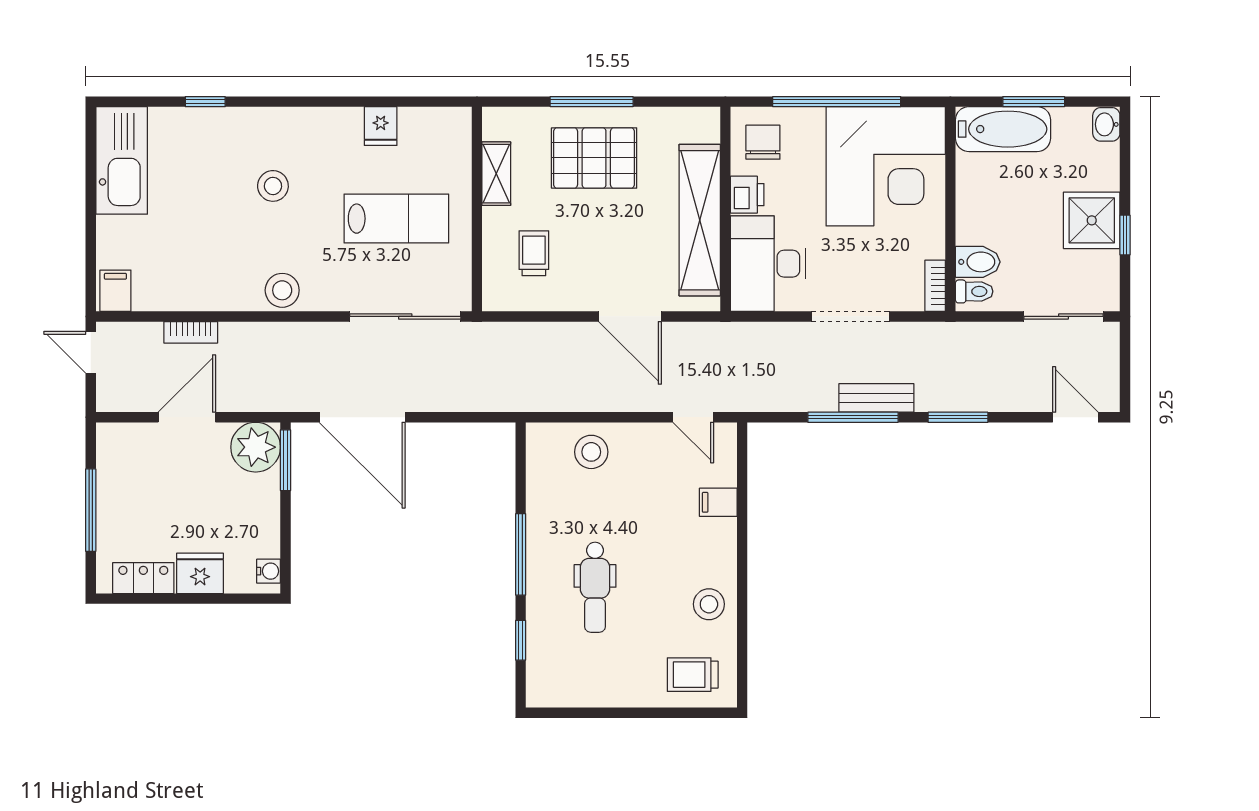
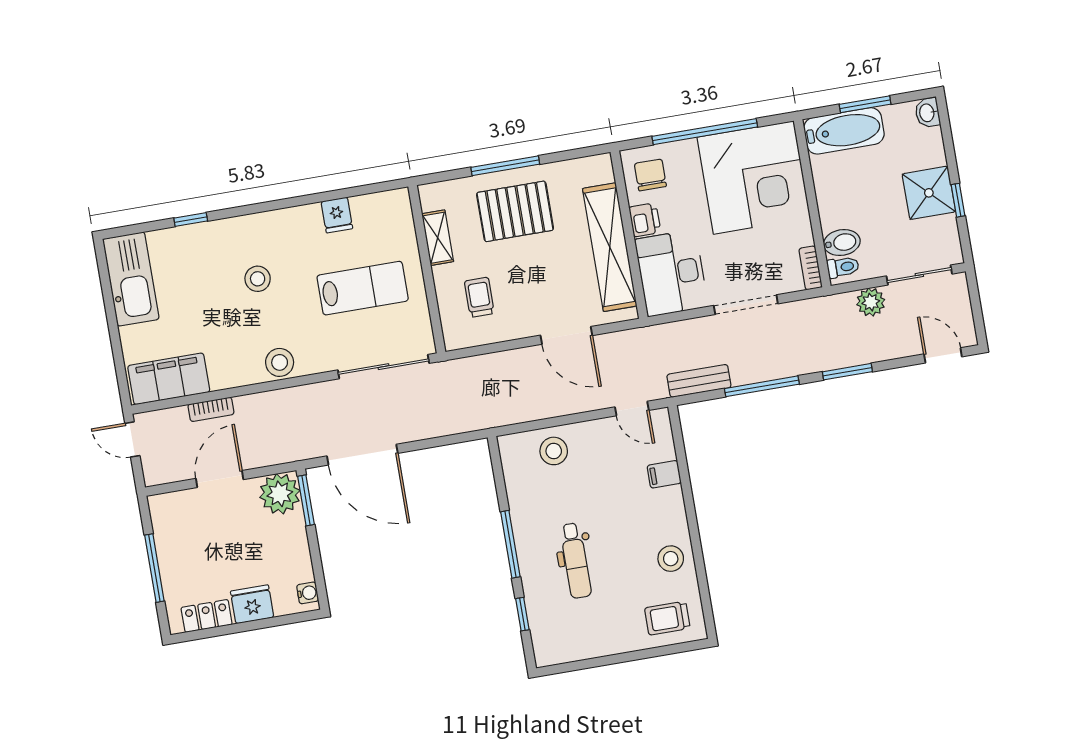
filing cabinet: (115, 291) -> (169, 379), width x3.00, depth x1.17
plant: (1000, 339) -> (871, 302), added
bench: (876, 398) -> (699, 381), moved

